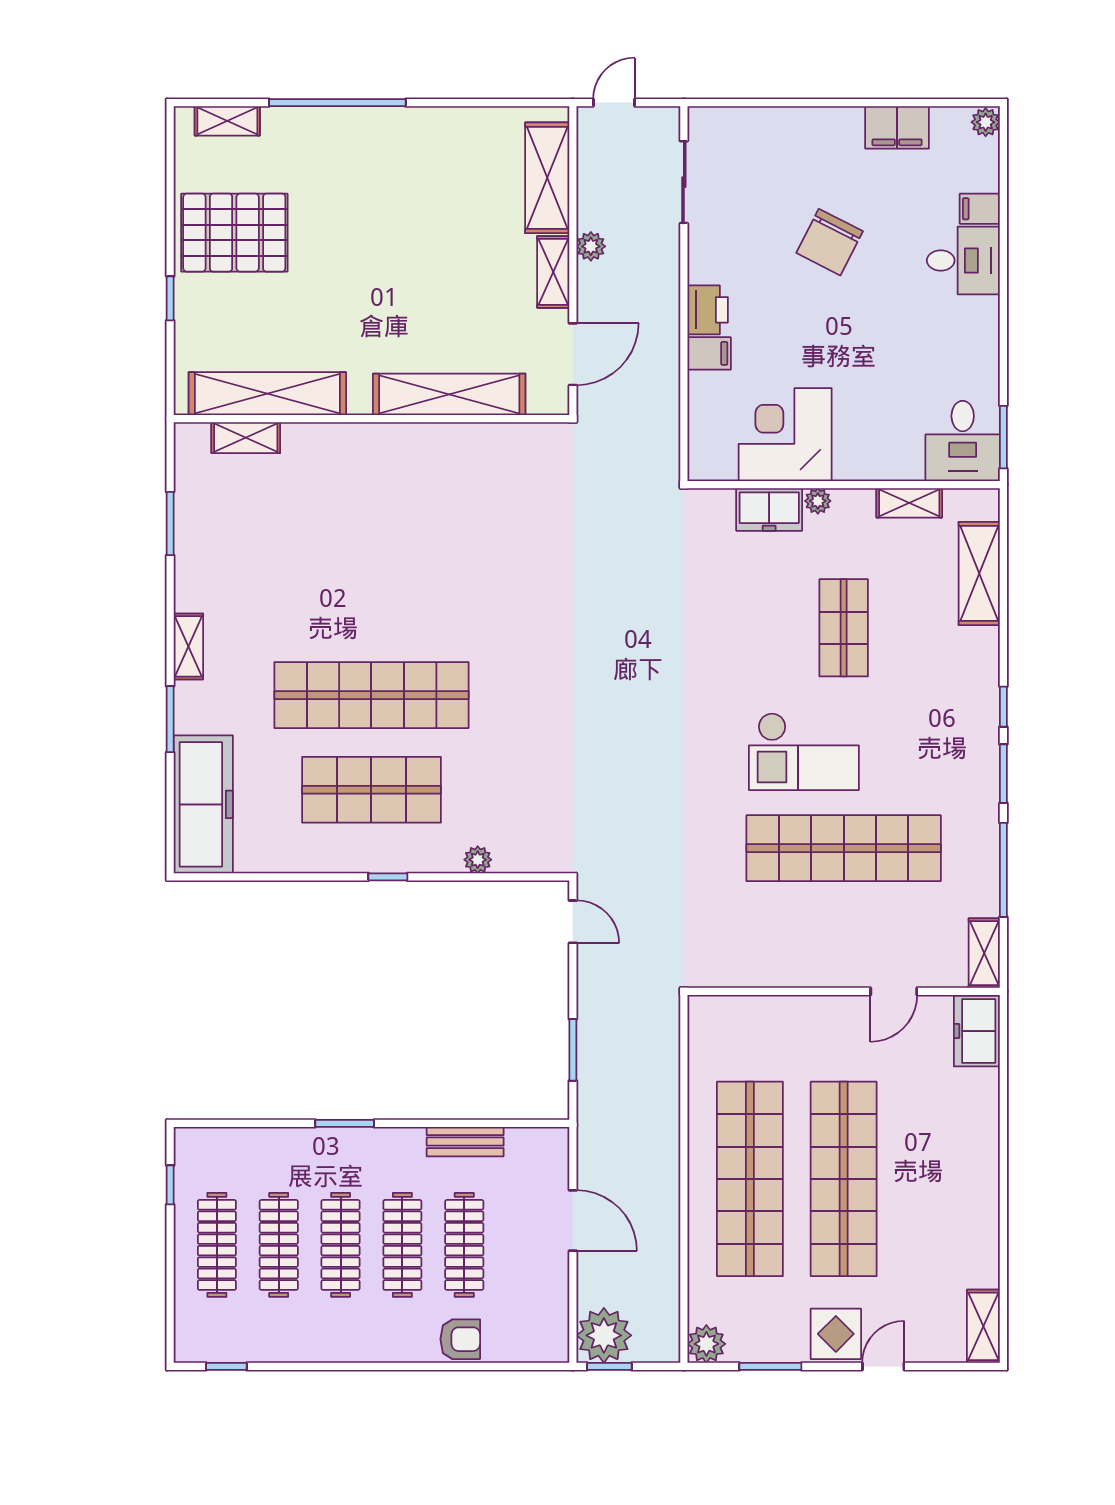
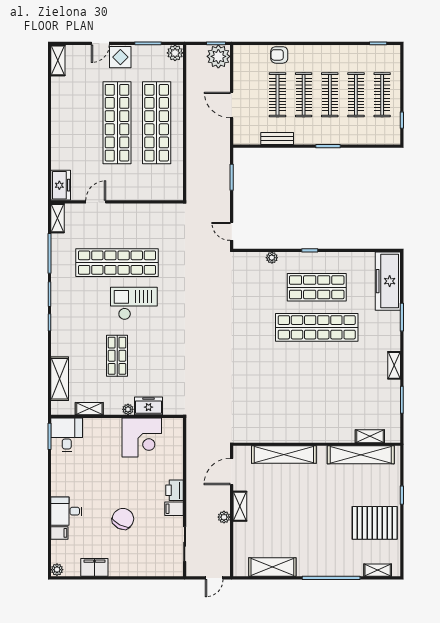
shelving: (547, 178) -> (272, 567), moved, turned 90
filing cabinet: (709, 353) -> (174, 509), moved
shelving: (188, 646) -> (394, 365), moved

